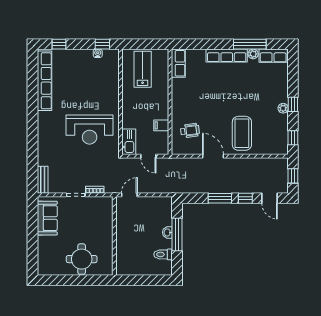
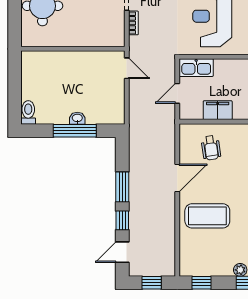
filing cabinet: (161, 125) -> (218, 110), width x2.00
toilet: (163, 254) -> (28, 113), moved

